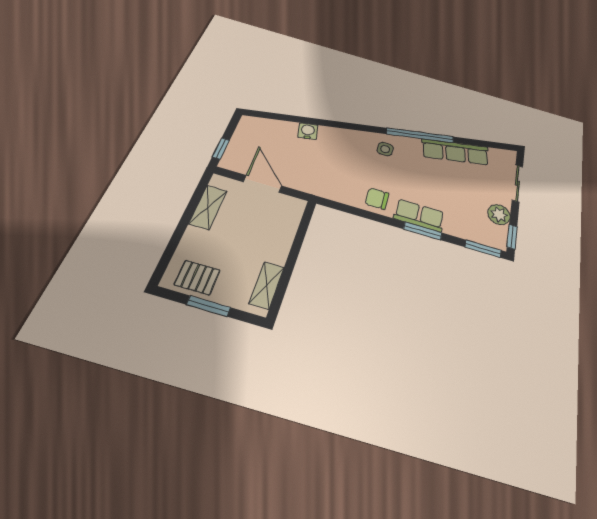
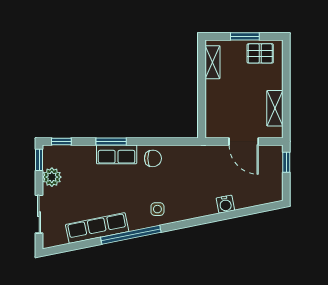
window: (483, 249) -> (61, 141), width x0.67

